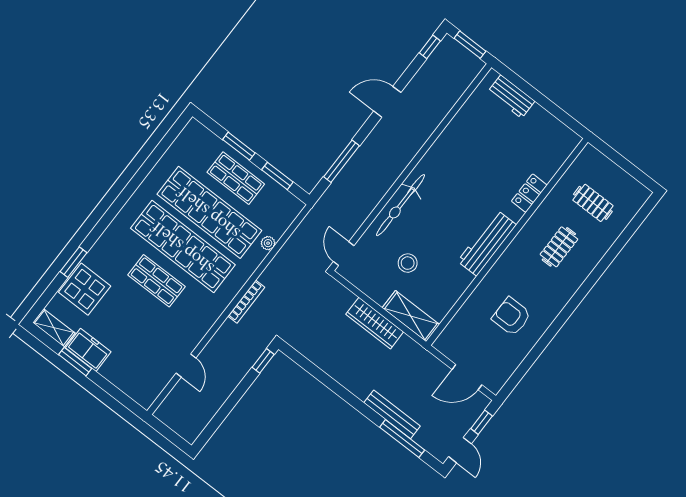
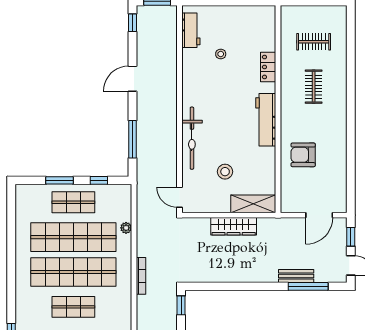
workbench: (511, 97) -> (191, 30), moved, turned -90
stool: (493, 144) -> (221, 54), added
window: (277, 176) -> (99, 180), width x0.67
armchair: (512, 316) -> (303, 155), moved
bench: (392, 414) -> (296, 276), width x0.73

